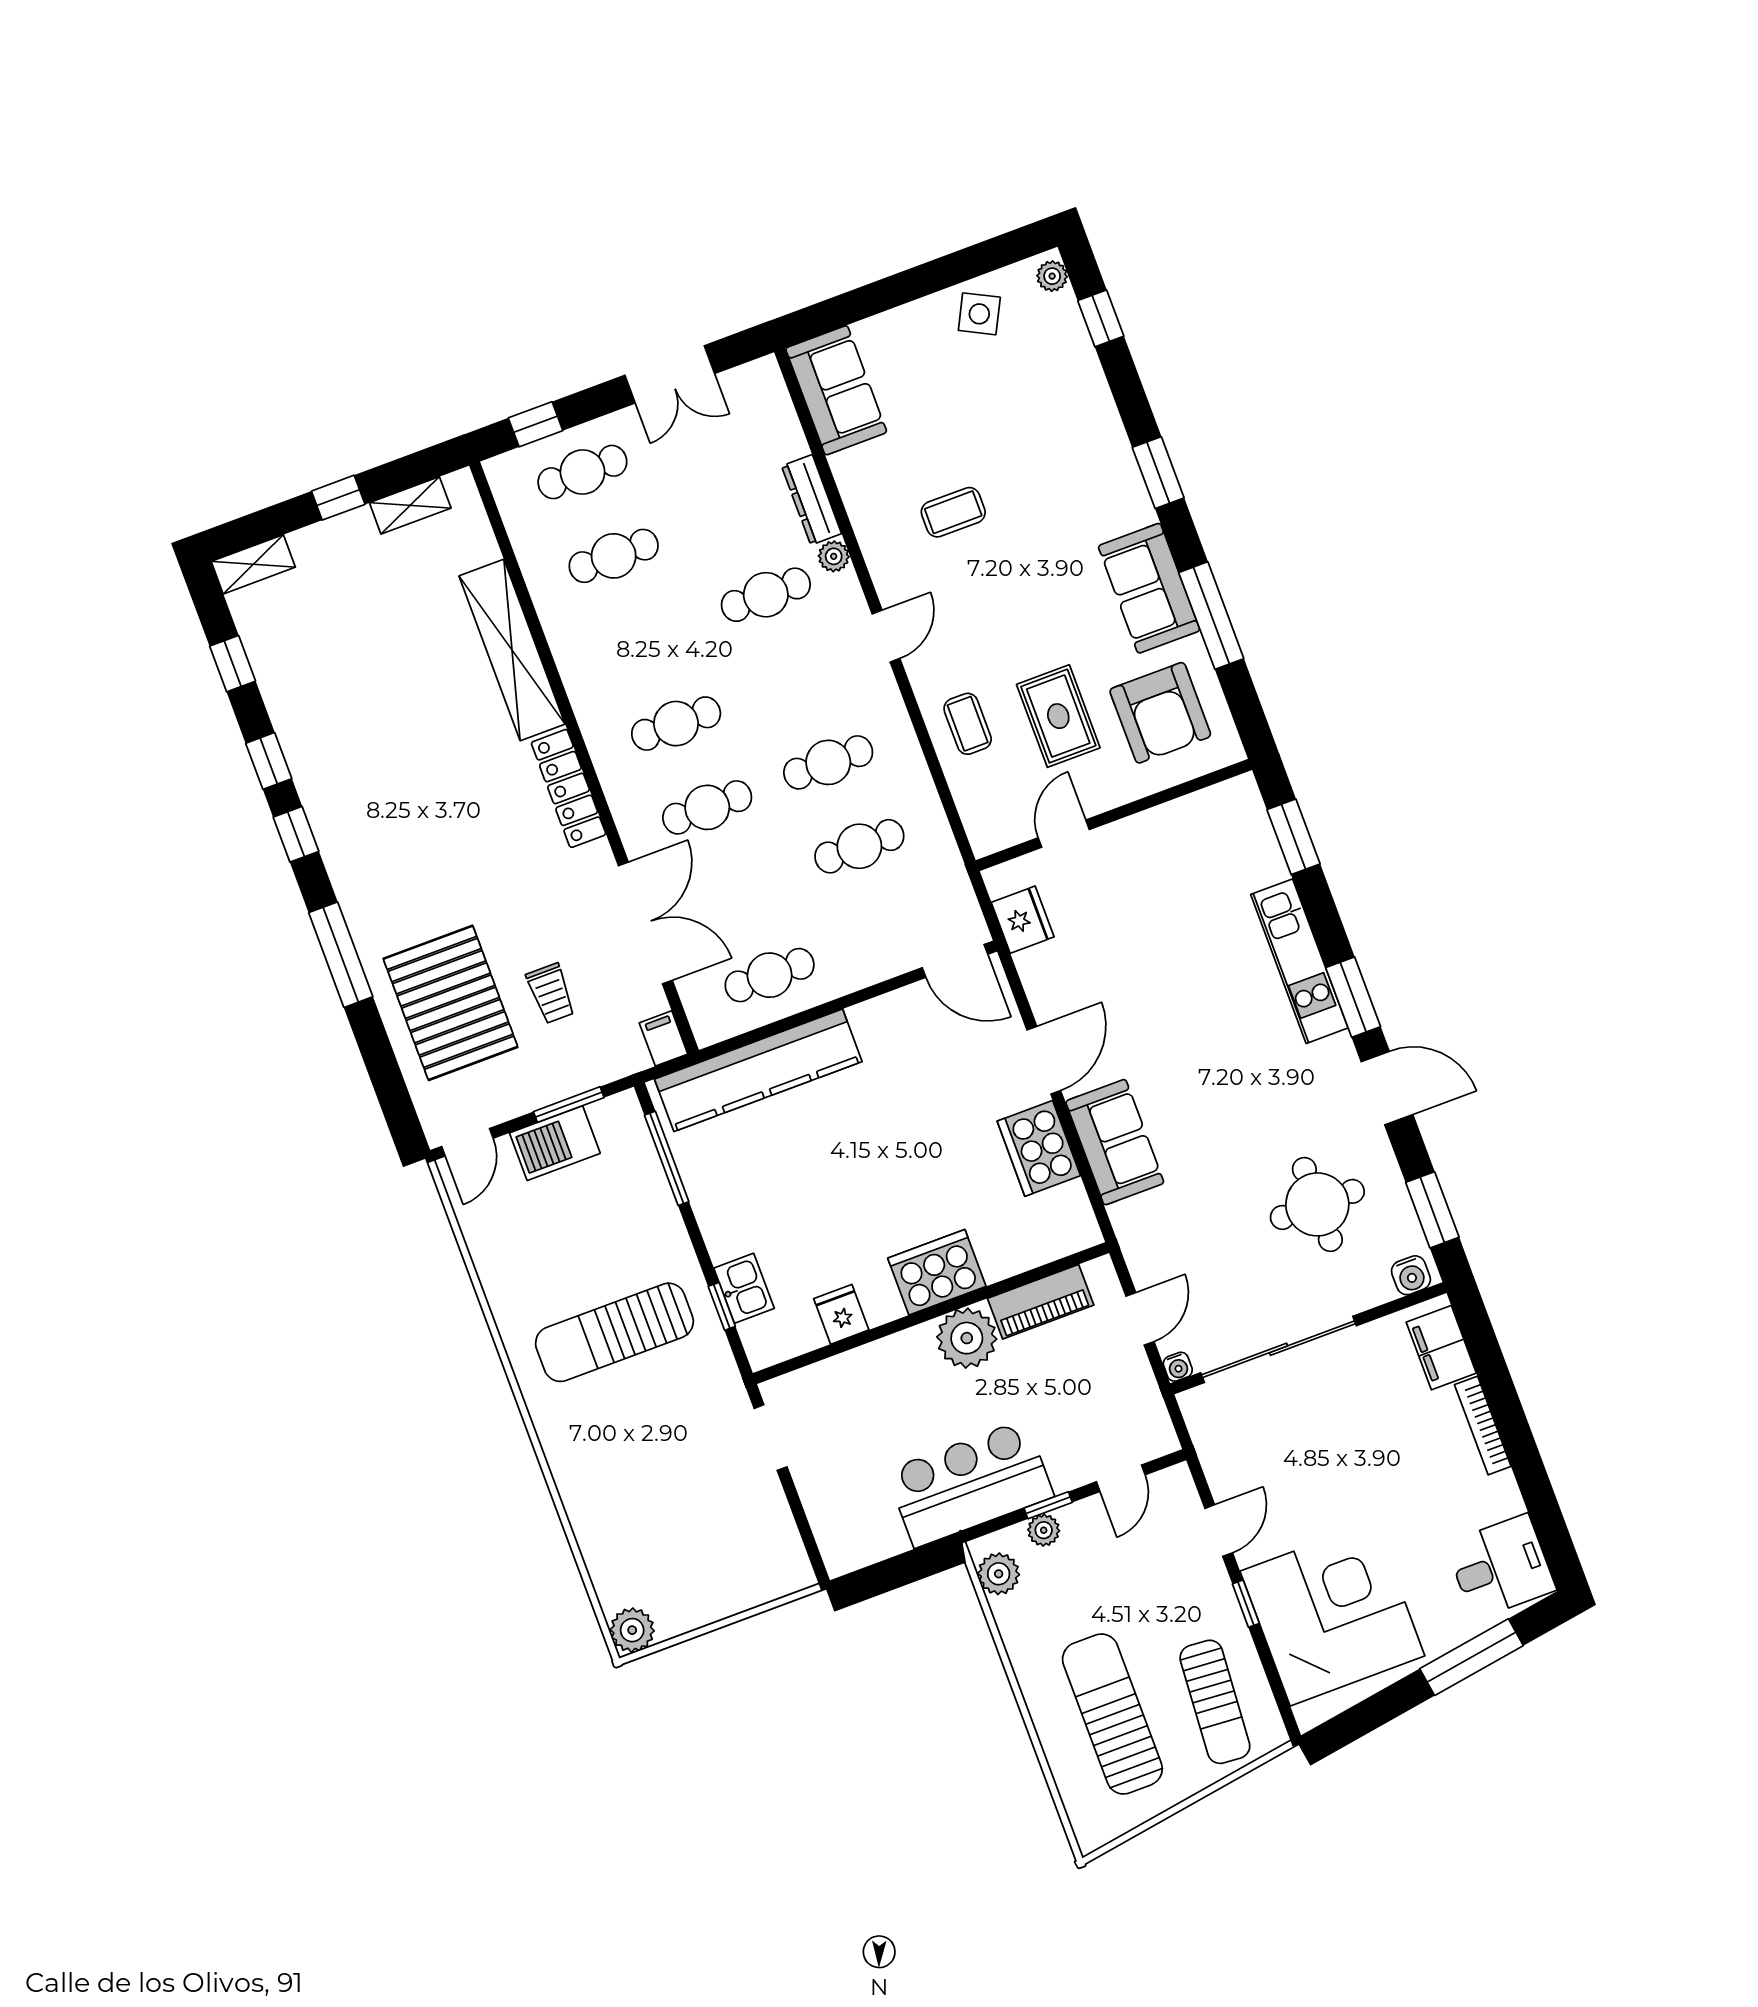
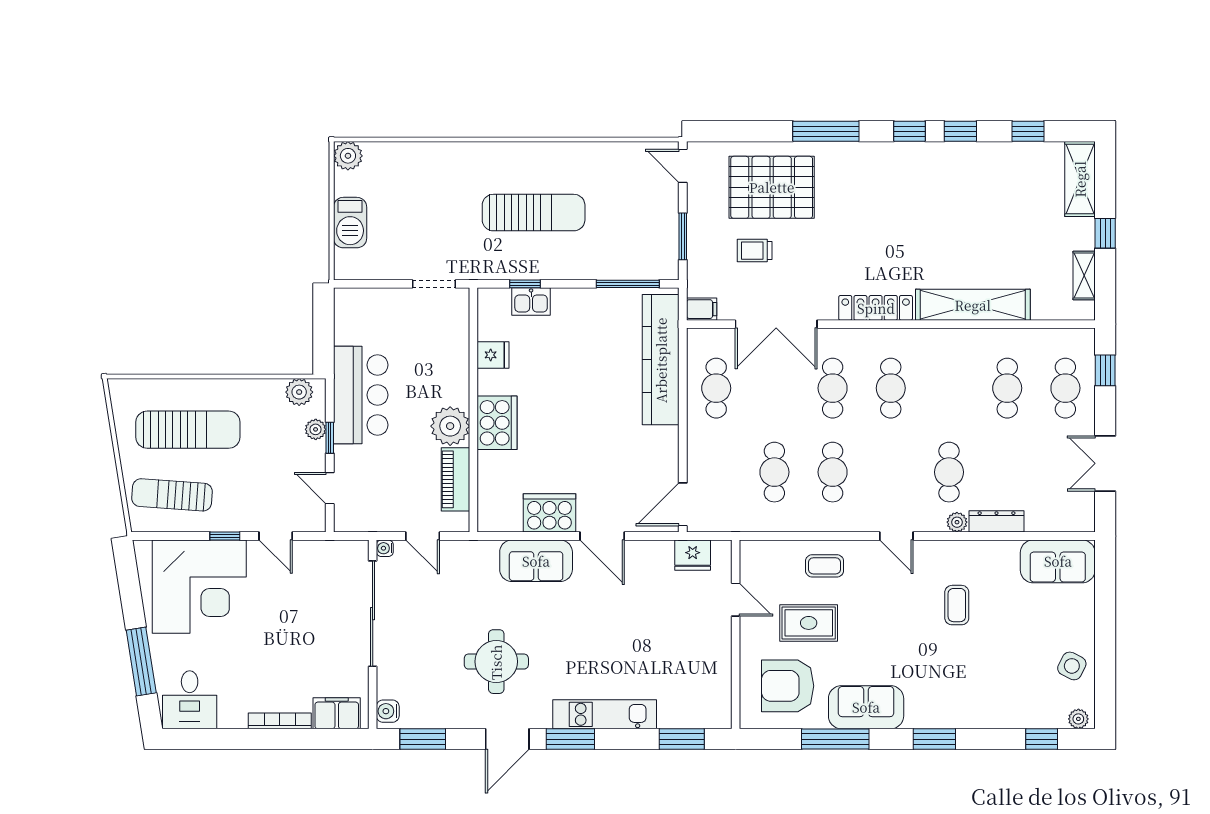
shelving: (253, 564) -> (1080, 179), width x1.50, depth x1.33
barbecue: (555, 1143) -> (350, 223), moved, turned 180
round table: (1317, 1204) -> (496, 662), moved
sun lounger: (614, 1332) -> (534, 213), turned 90

